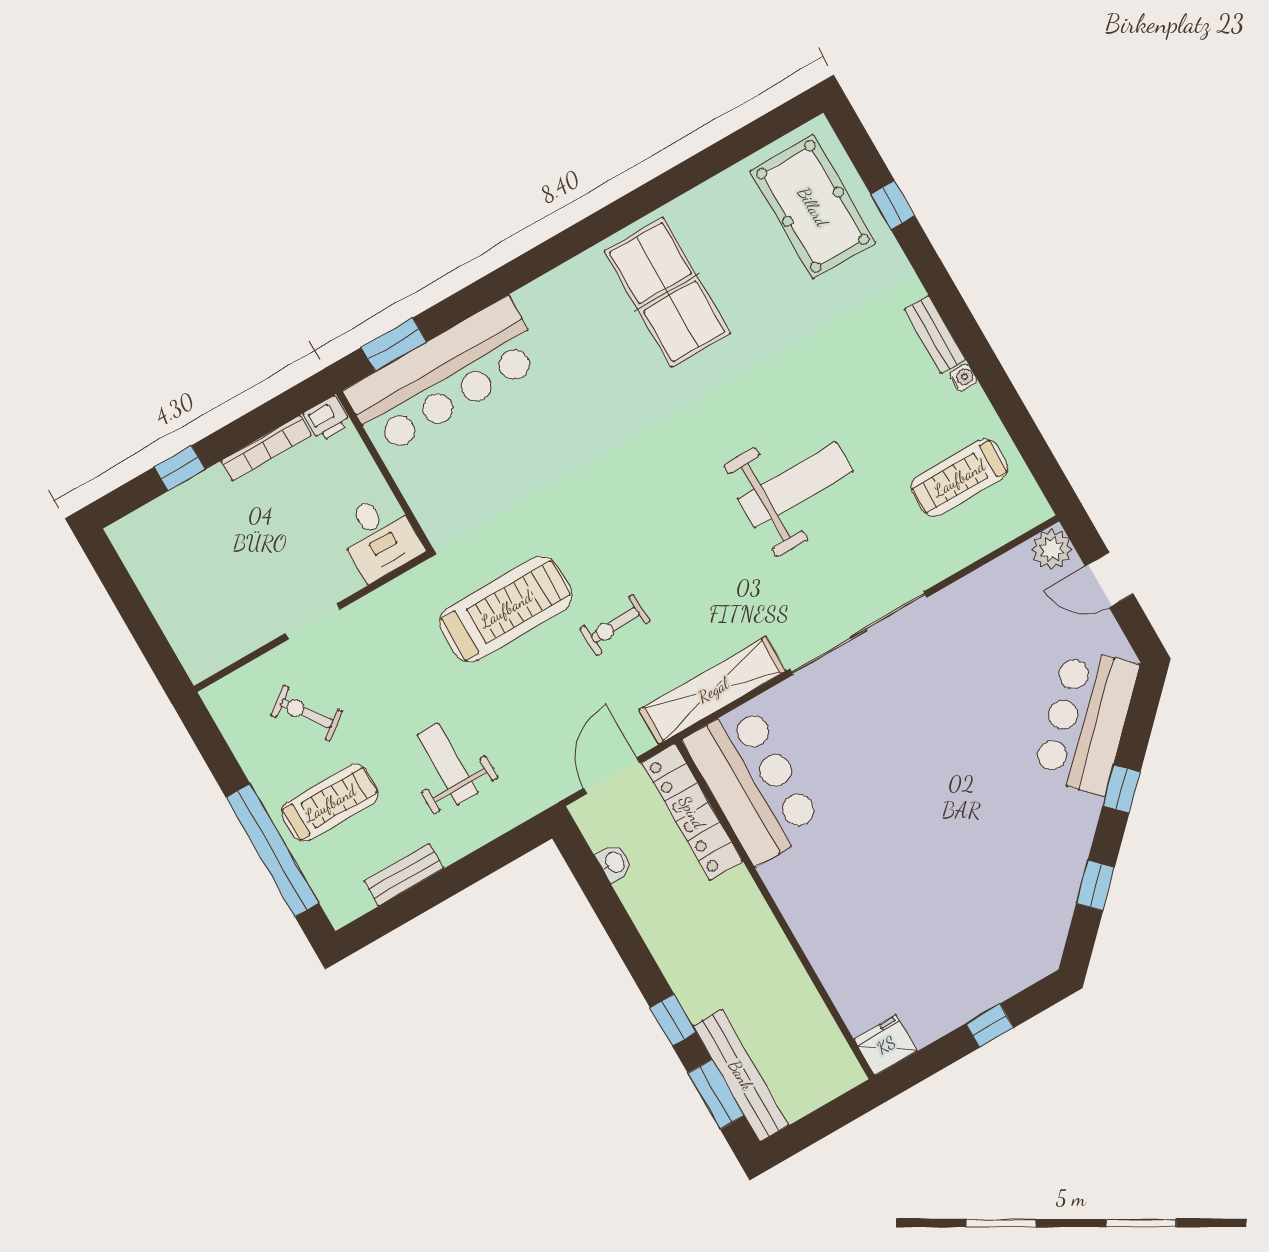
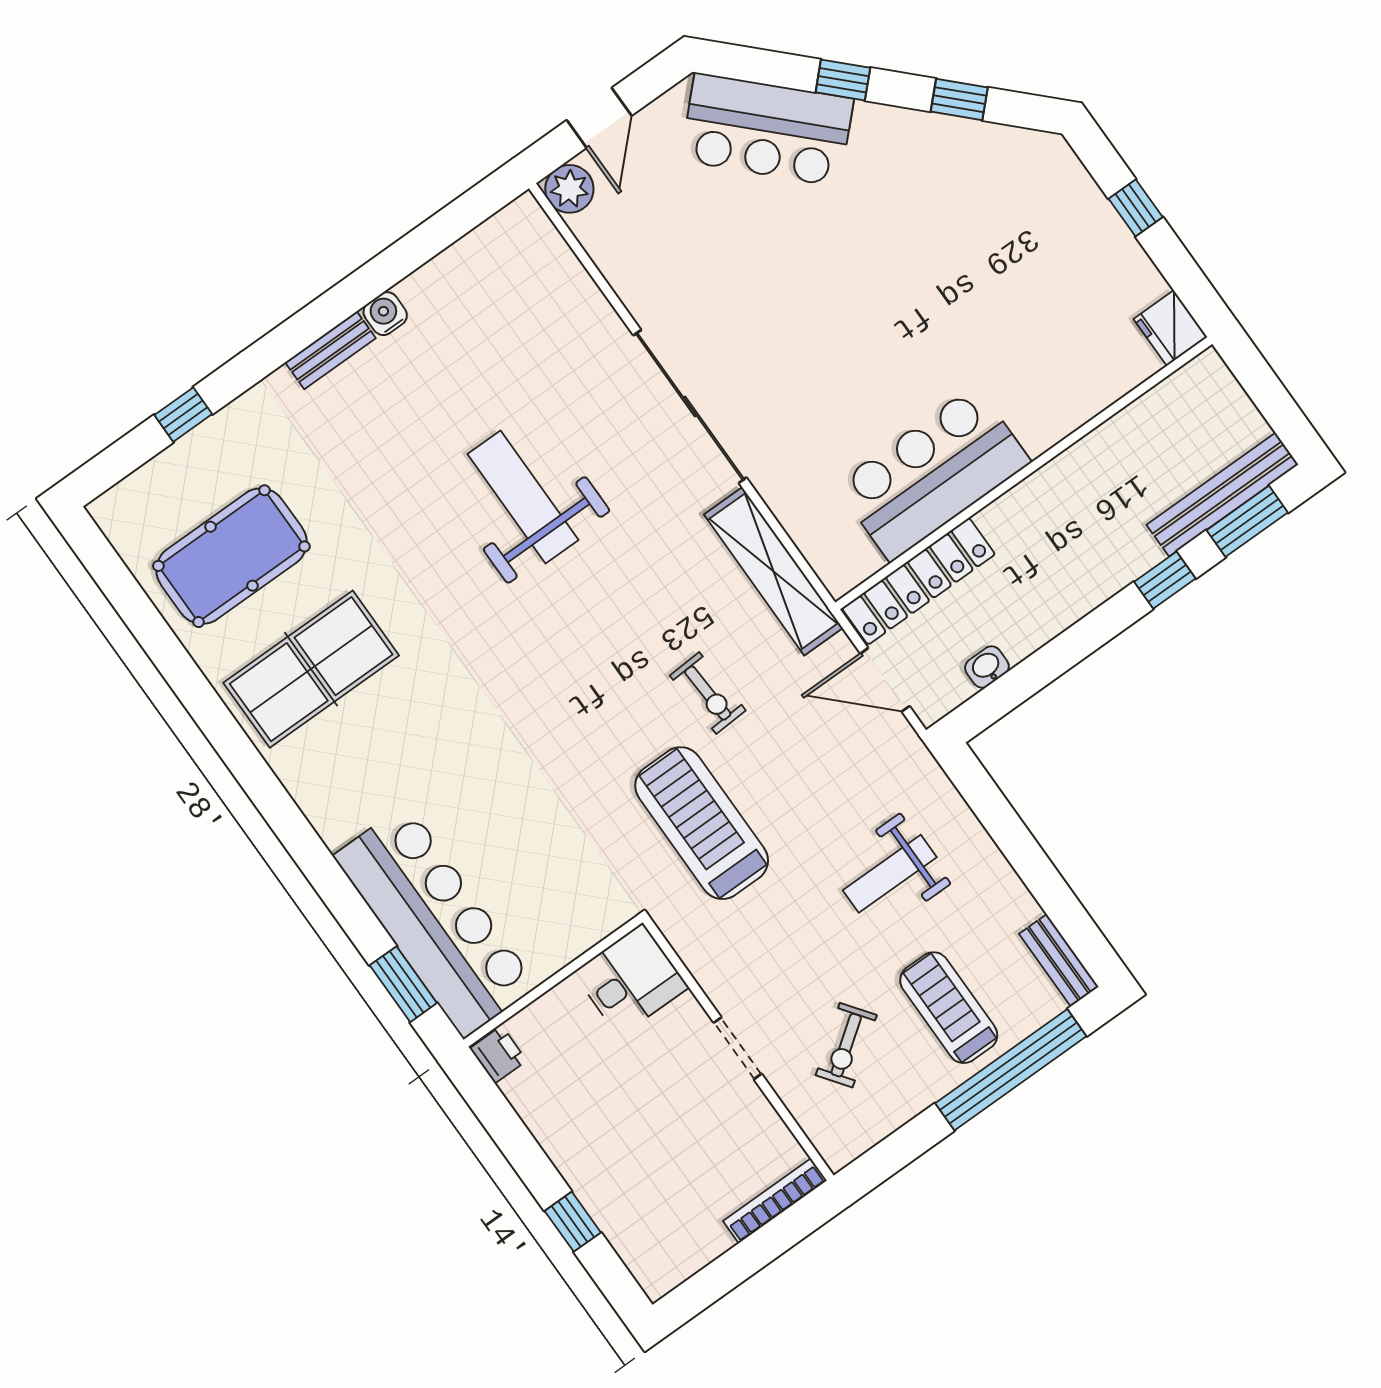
pool table: (813, 207) -> (231, 556), moved
water cooler: (963, 378) -> (385, 314), width x1.38, depth x1.38
bookcase: (266, 448) -> (775, 1201), moved, turned -90
treadmill: (959, 478) -> (496, 305), removed
bar counter: (753, 783) -> (933, 473), moved
bench: (404, 875) -> (1059, 960), moved

